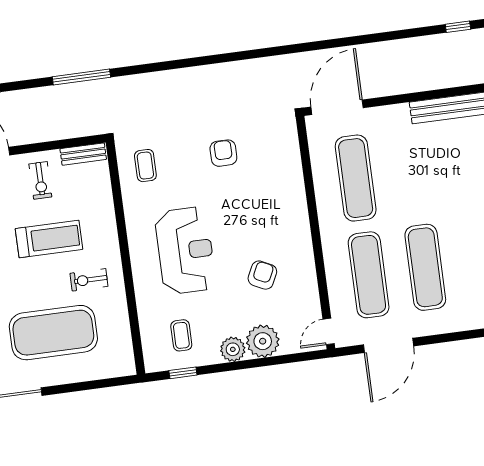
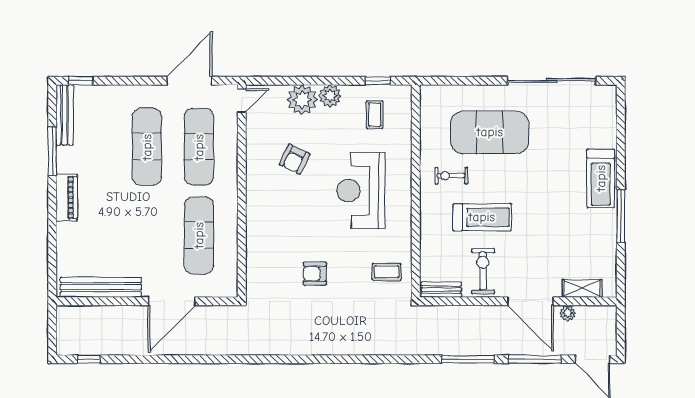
window: (81, 77) -> (468, 359), moved
door: (337, 107) -> (172, 301), moved
armchair: (223, 153) -> (315, 274), turned 90
coffee table: (145, 166) -> (387, 272), turned 90
exercise bike: (40, 180) -> (483, 271), width x1.38, depth x1.39
treadmill: (49, 239) -> (482, 217), turned 180
exercise bike: (89, 280) -> (451, 176), turned 180

